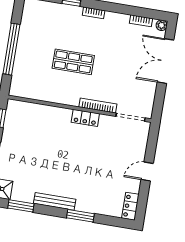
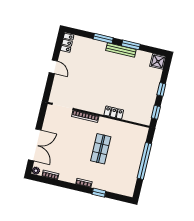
shop shelf: (73, 62) -> (101, 149), turned 90
locker: (85, 118) -> (114, 113), moved
door: (147, 171) -> (53, 67), hinge flipped
window: (21, 206) -> (131, 45), moved

